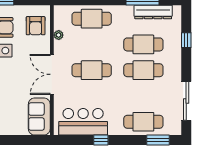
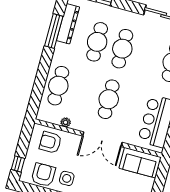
armchair: (36, 26) -> (50, 142), turned 180

